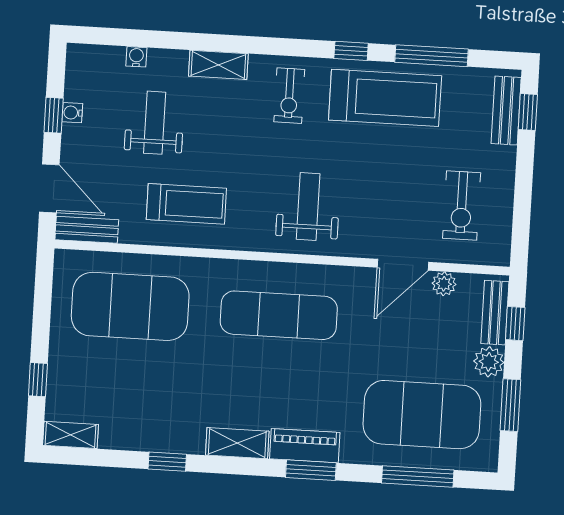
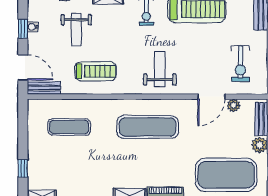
weight bench: (155, 123) -> (76, 30), turned 180
exercise mat: (130, 306) -> (69, 127), width x0.50, depth x0.69

